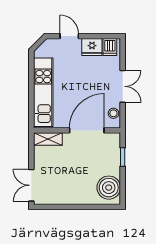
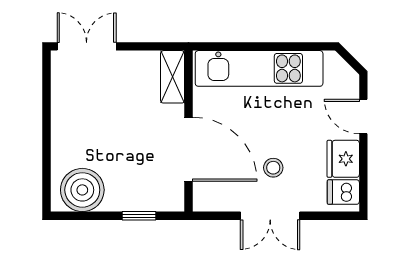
door: (69, 36) -> (363, 117), swing flipped
stool: (113, 113) -> (273, 168), moved

